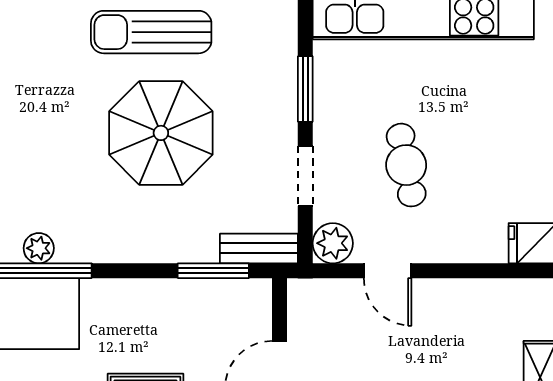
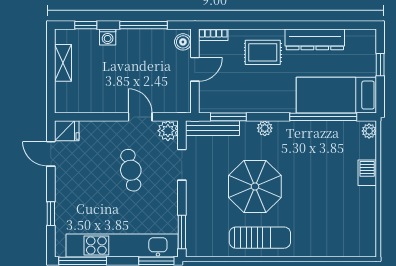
window: (305, 89) -> (182, 232), moved
plant: (39, 248) -> (265, 128), moved
bench: (259, 248) -> (212, 128), width x1.36

